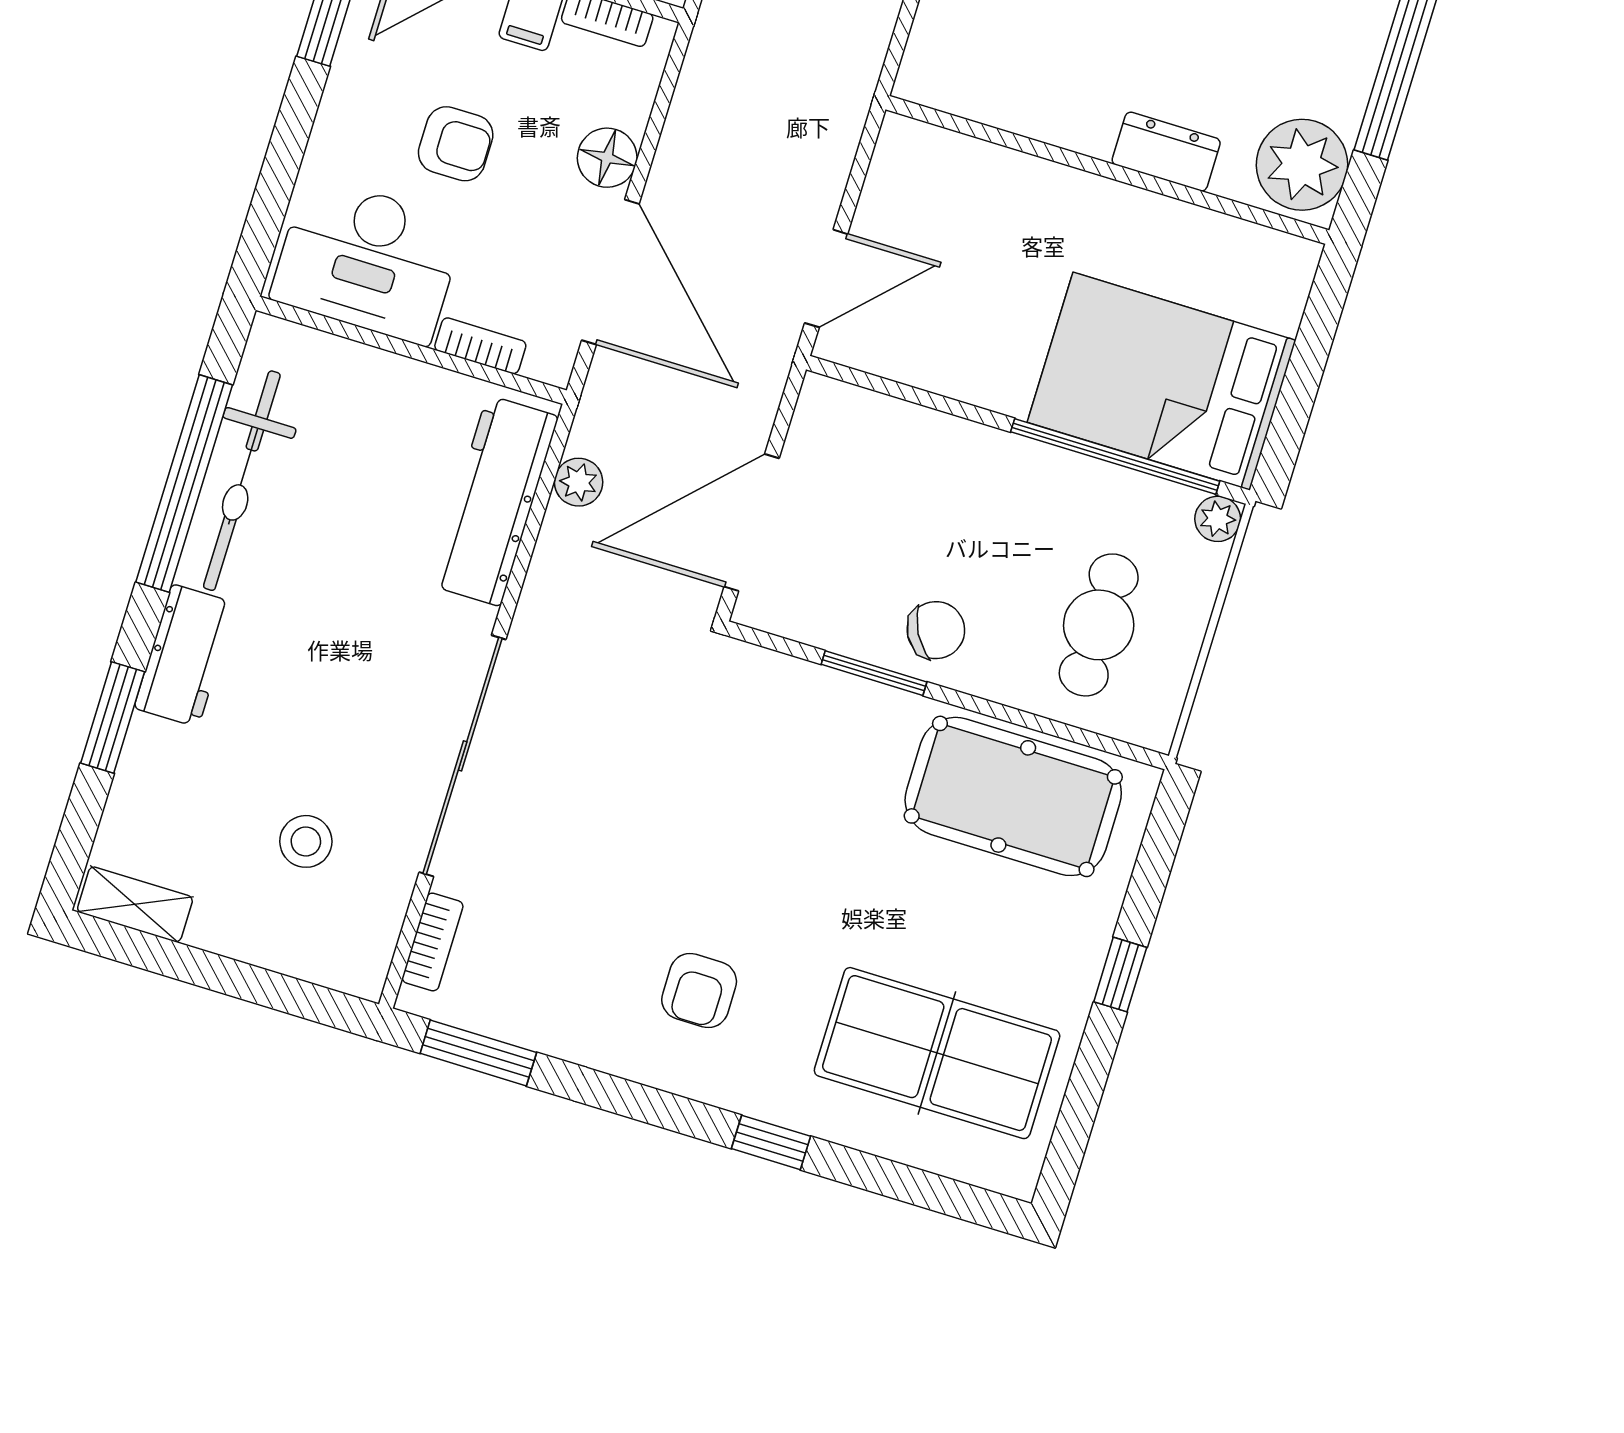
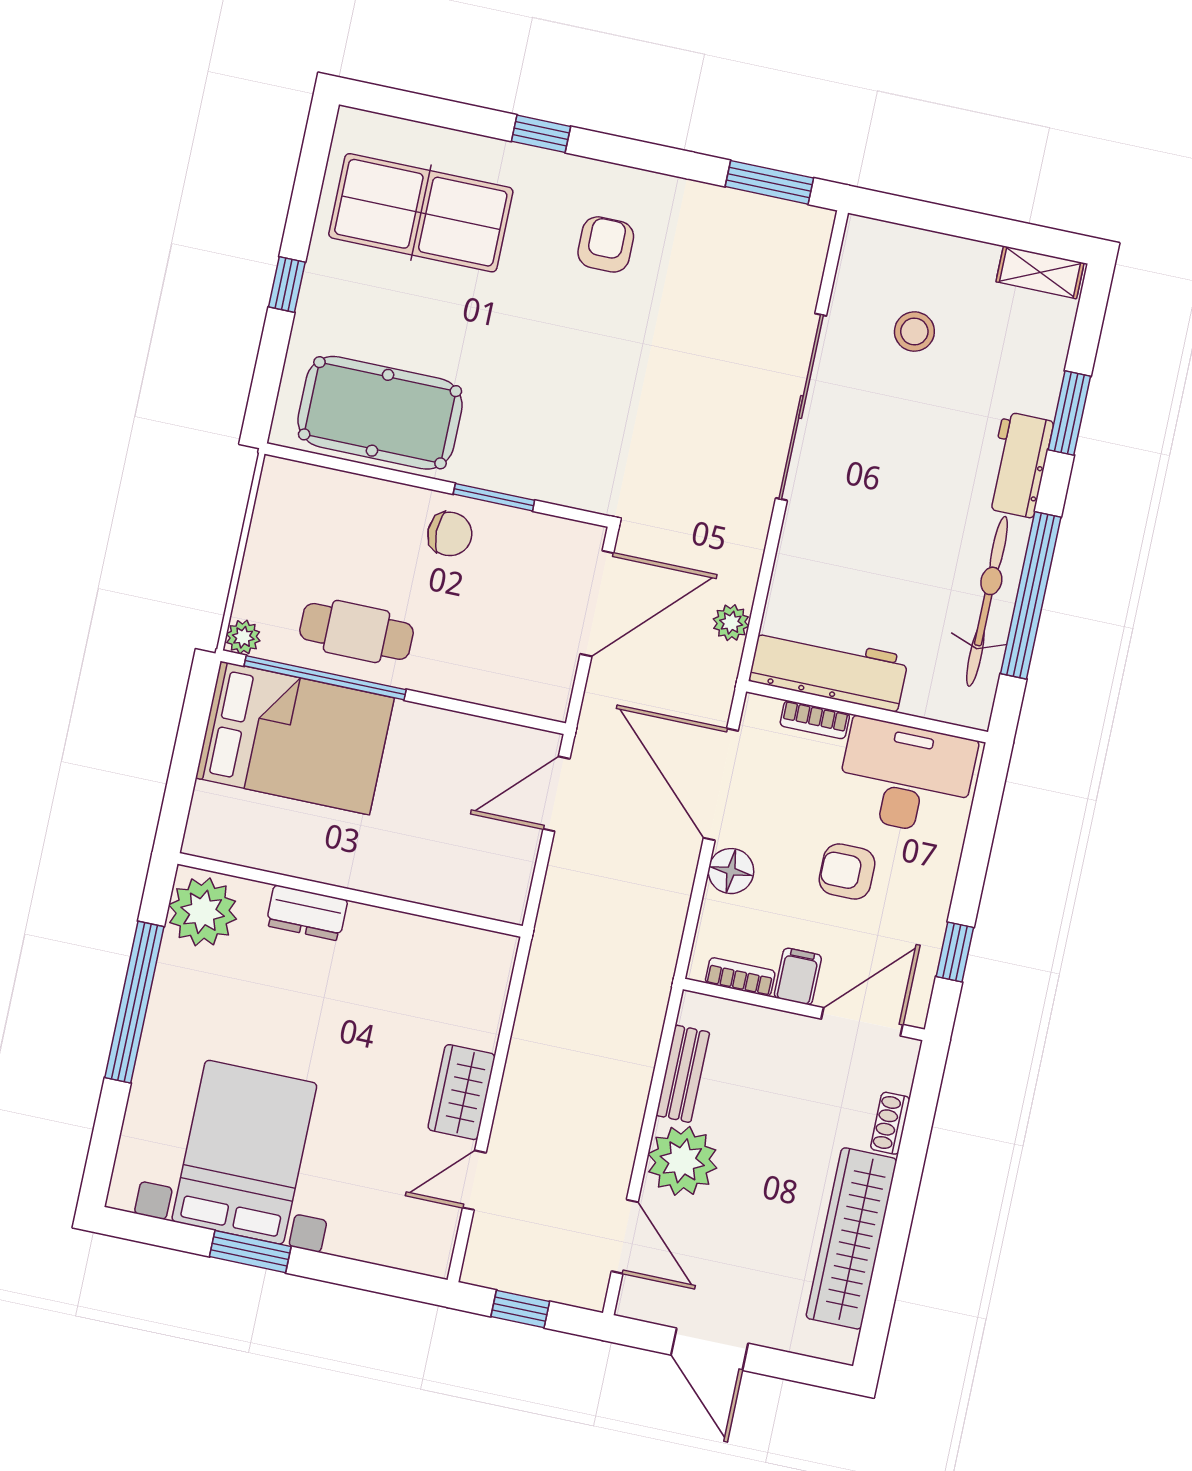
workbench: (494, 501) -> (829, 669), moved, turned -90
cafe table: (1099, 625) -> (357, 631), moved, turned 90
chair: (936, 630) -> (450, 534), turned -151
bookcase: (433, 942) -> (811, 264), removed

